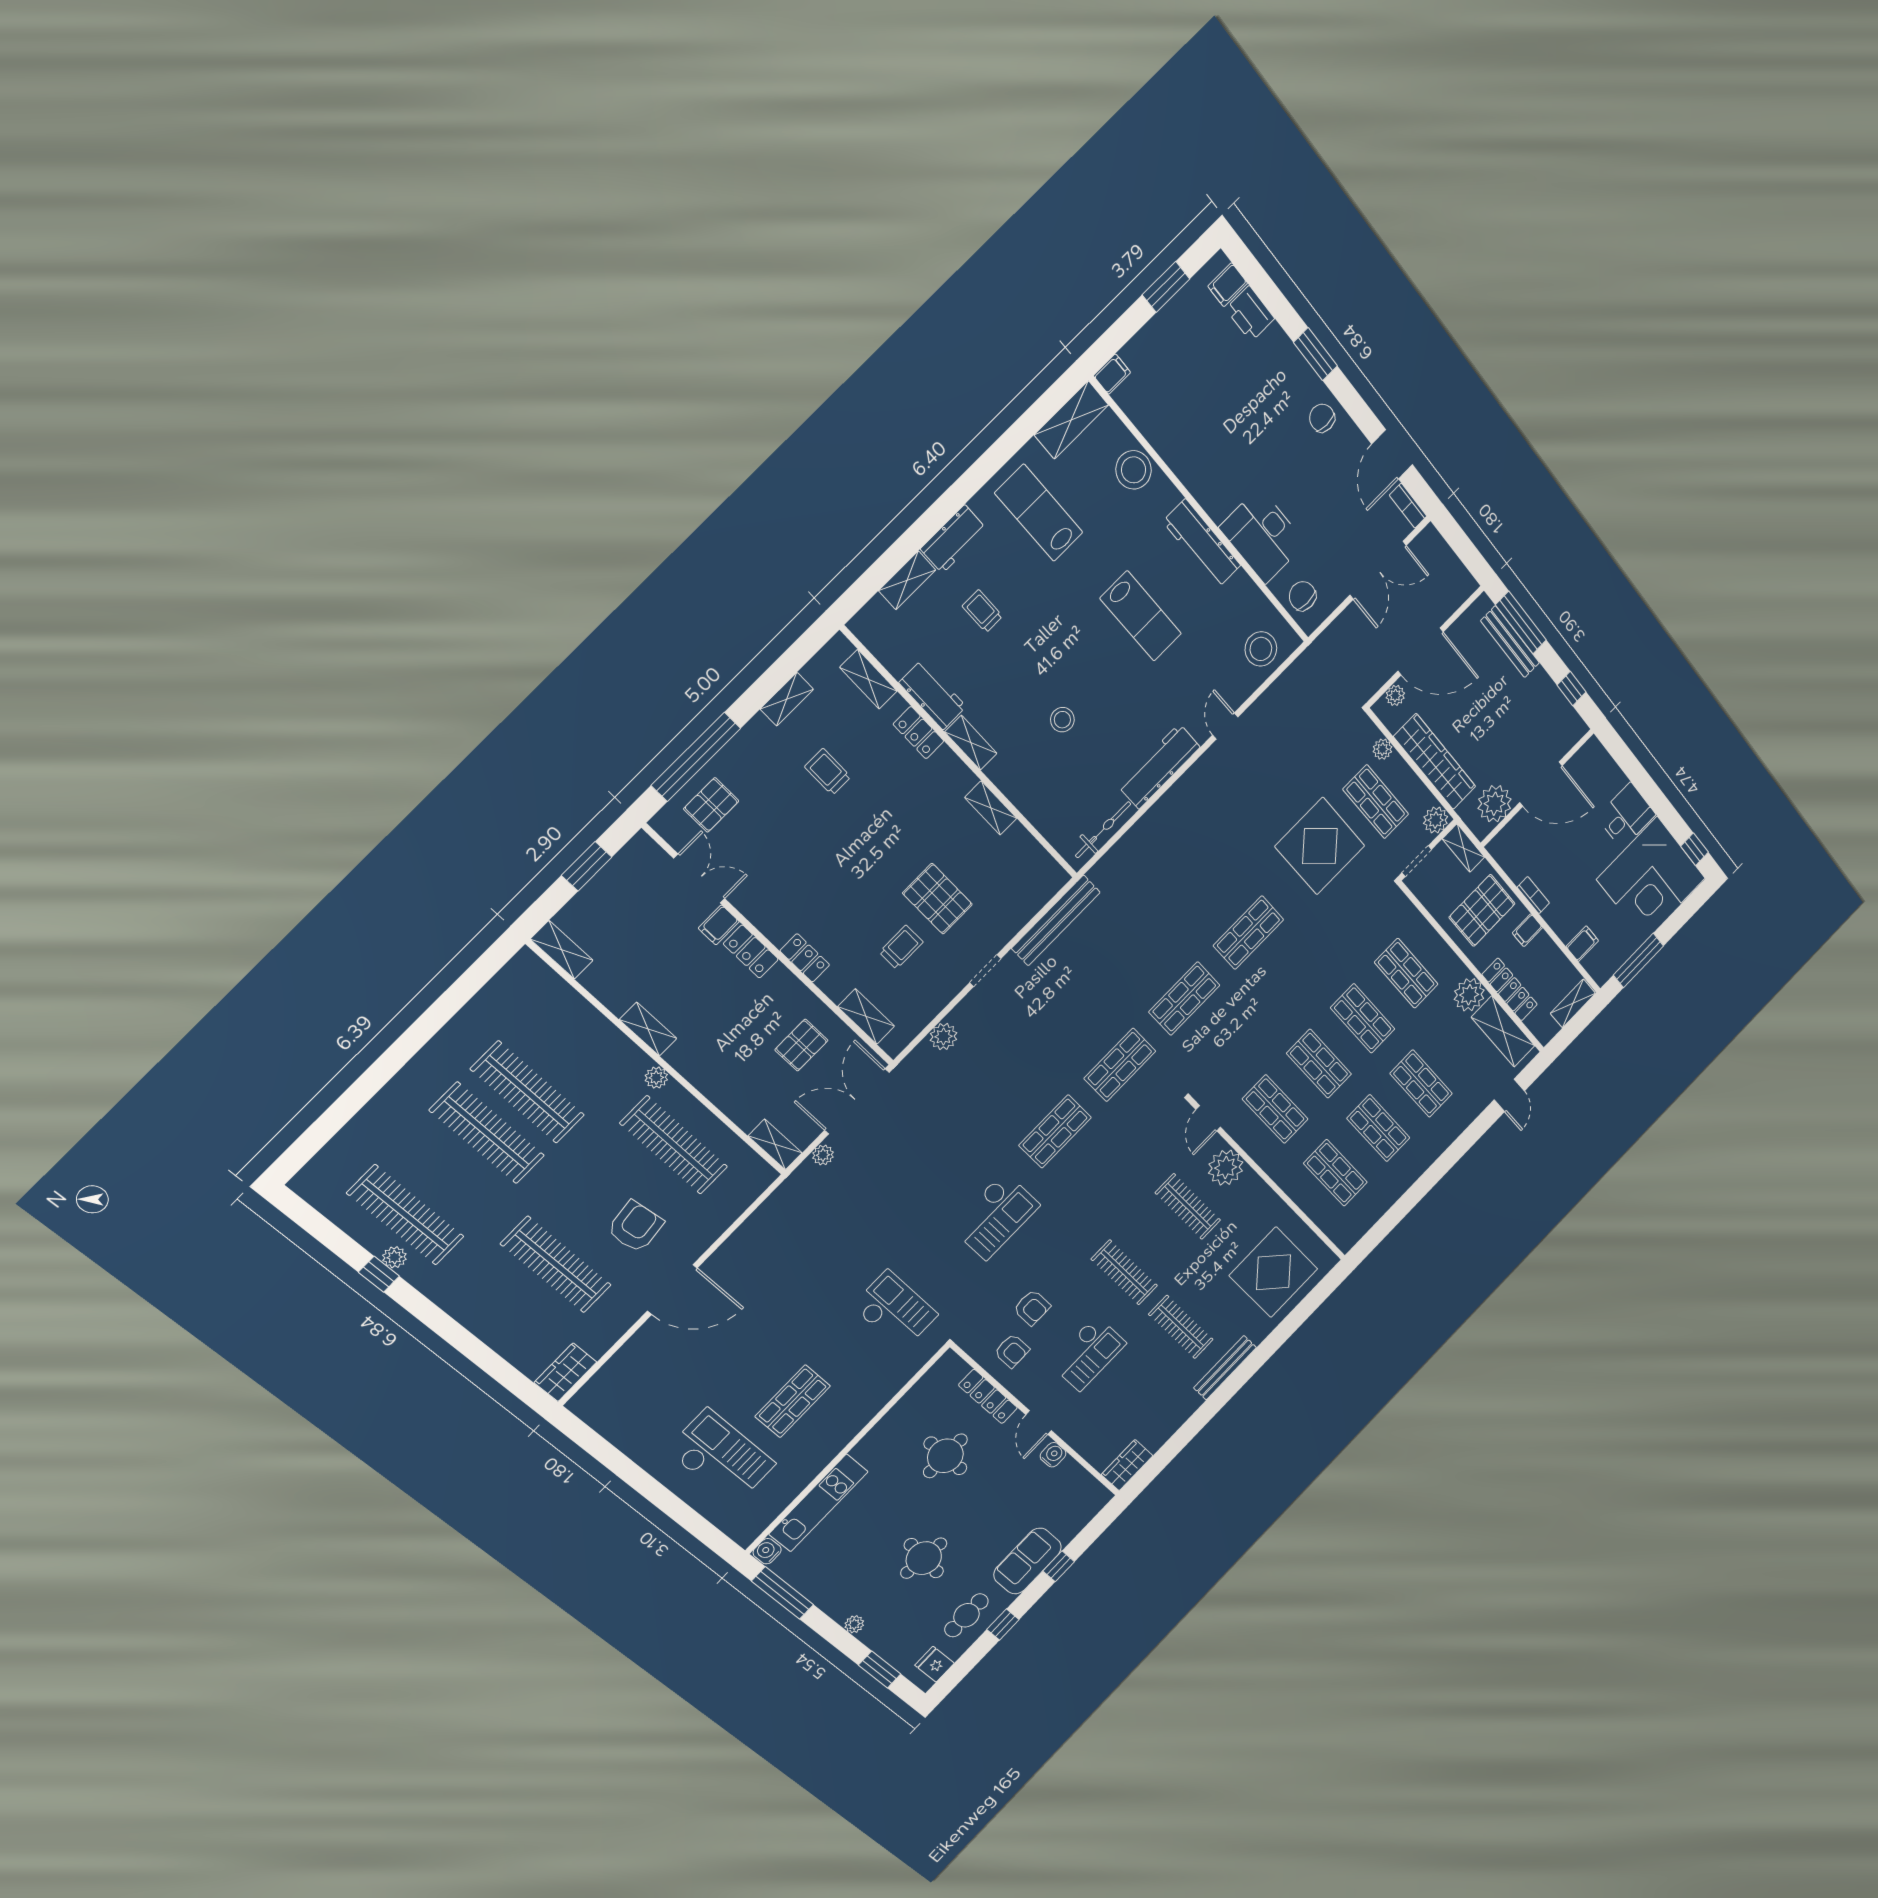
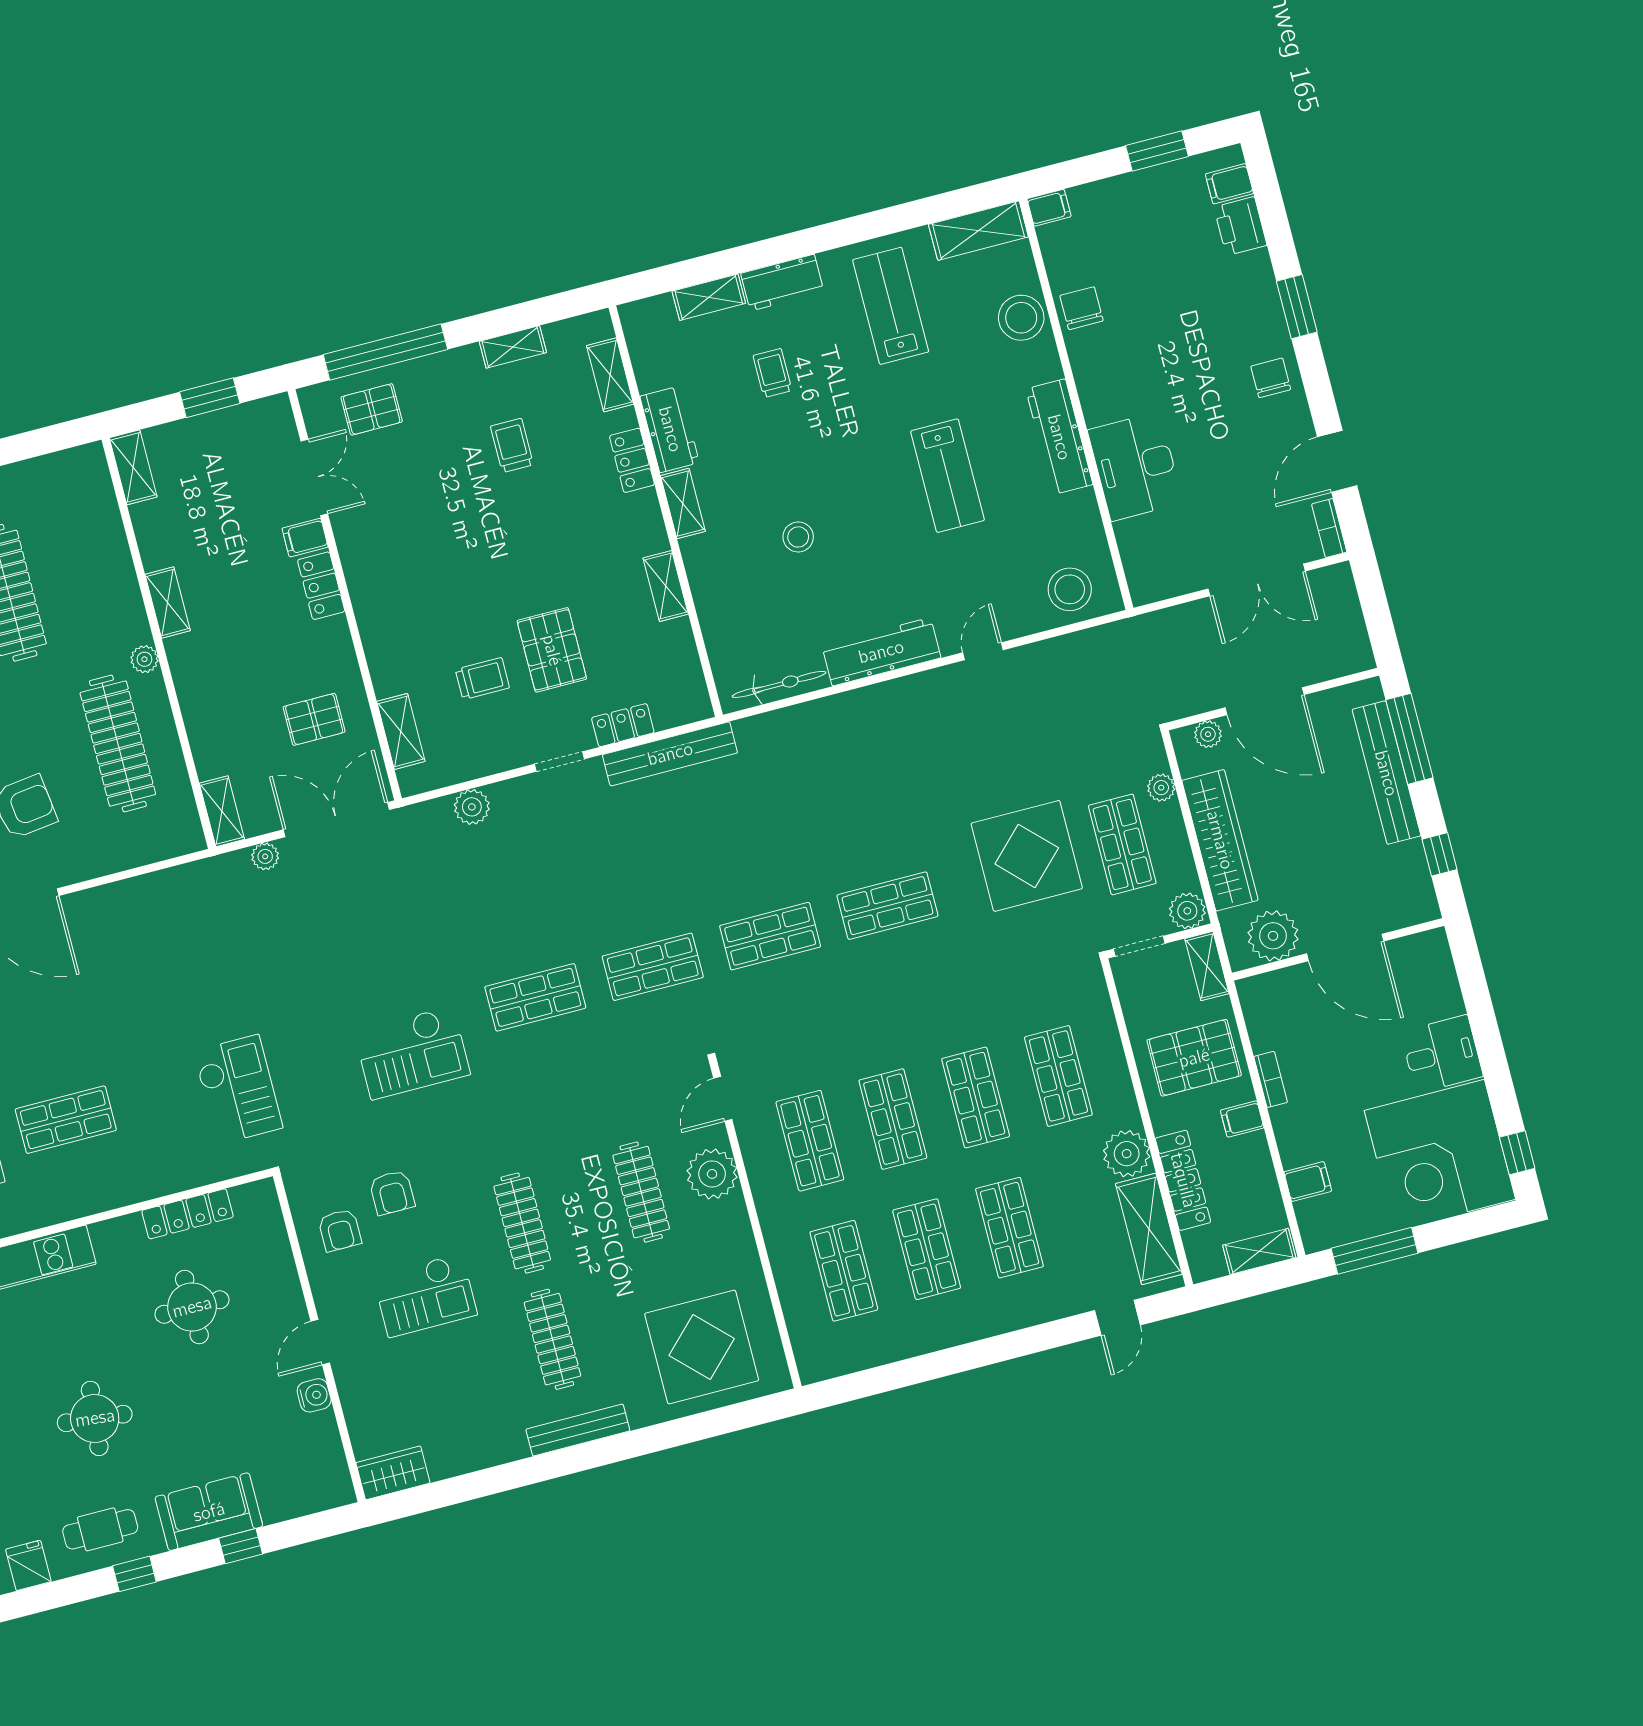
chair: (1302, 596) -> (1081, 308), moved
bench: (1510, 642) -> (1386, 773), width x1.37, depth x1.21
locker: (805, 958) -> (623, 725), moved, turned -90
locker: (988, 1396) -> (188, 1214), moved, turned -90

